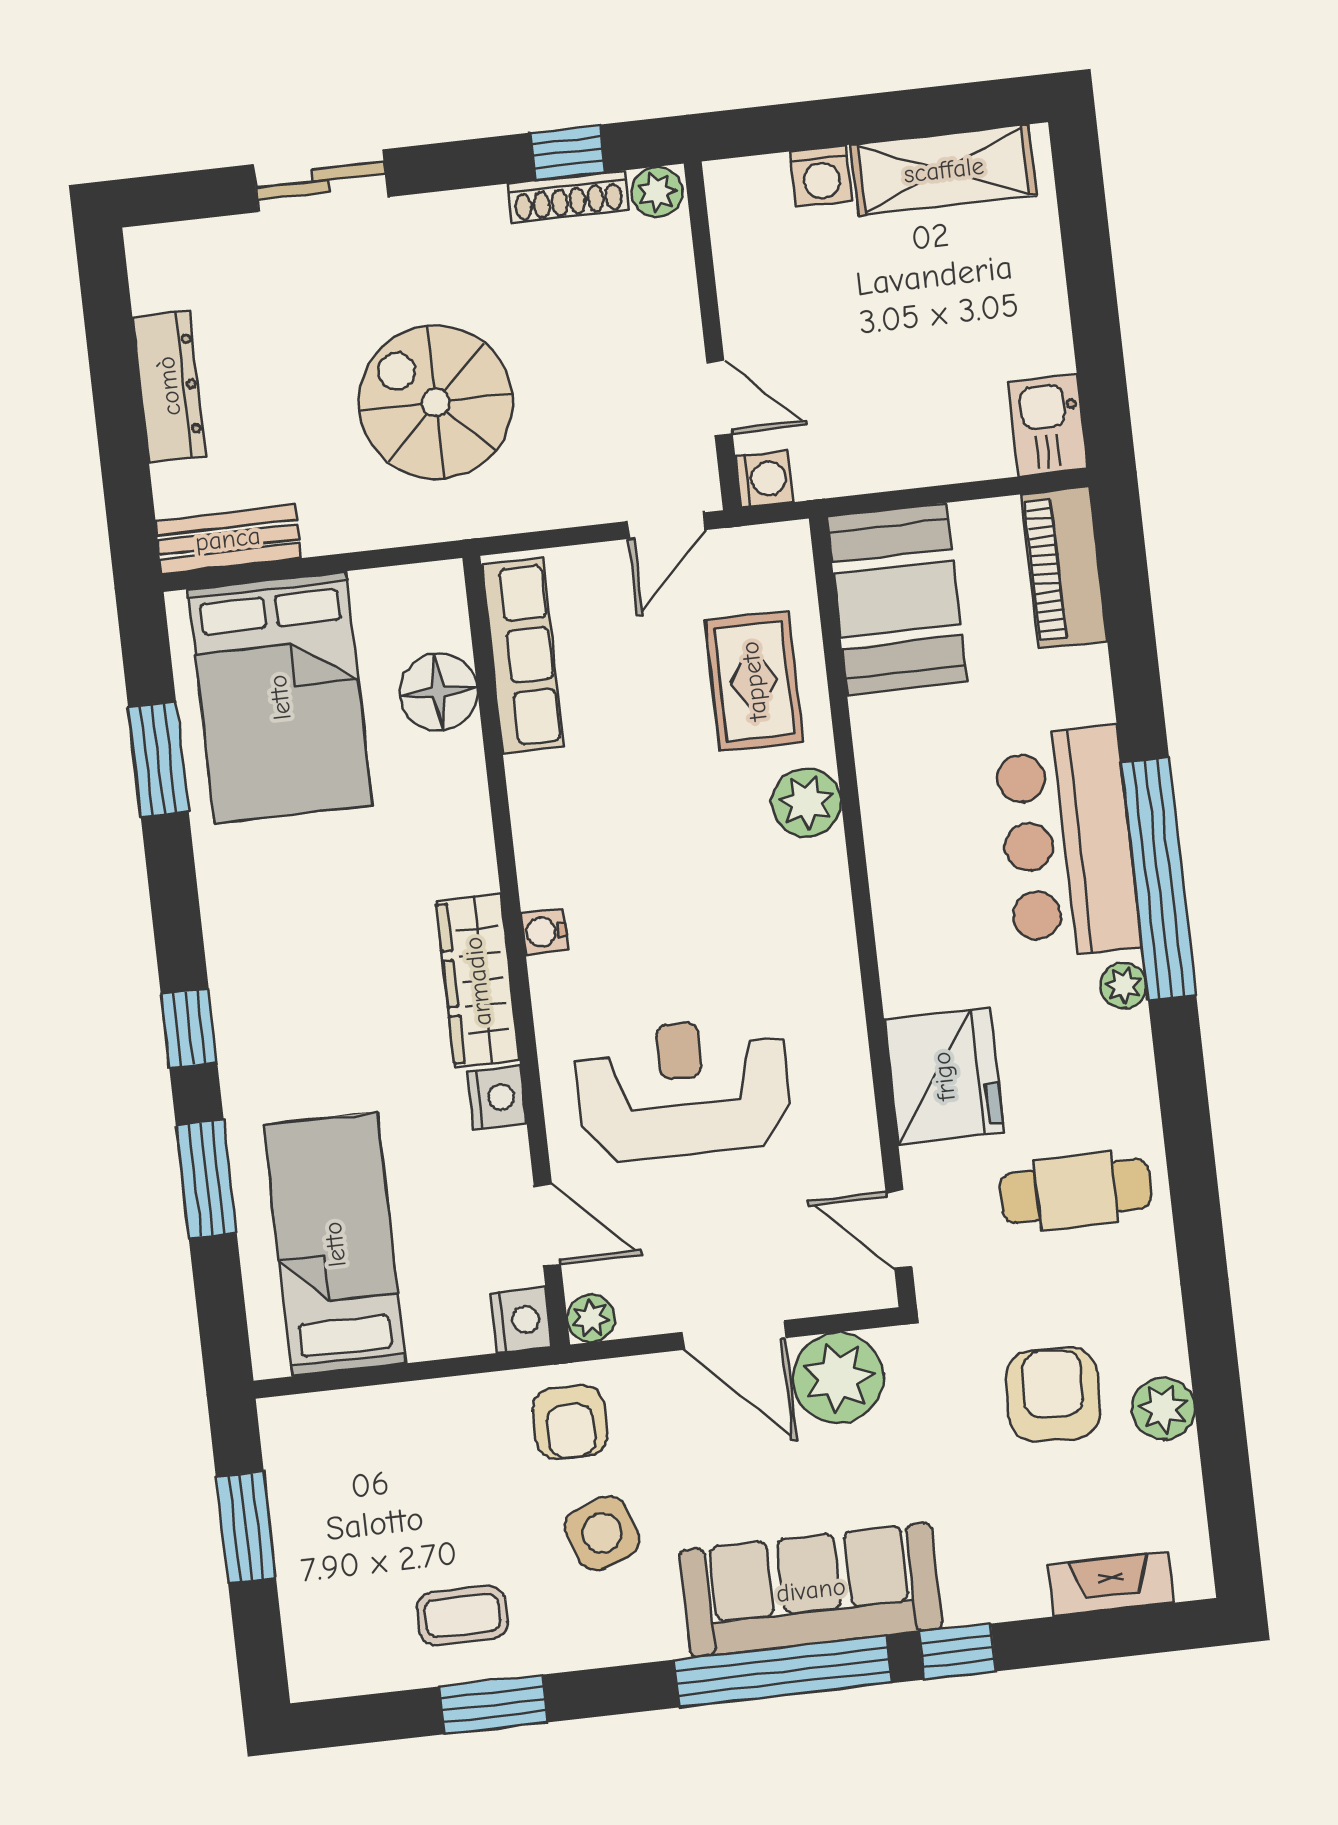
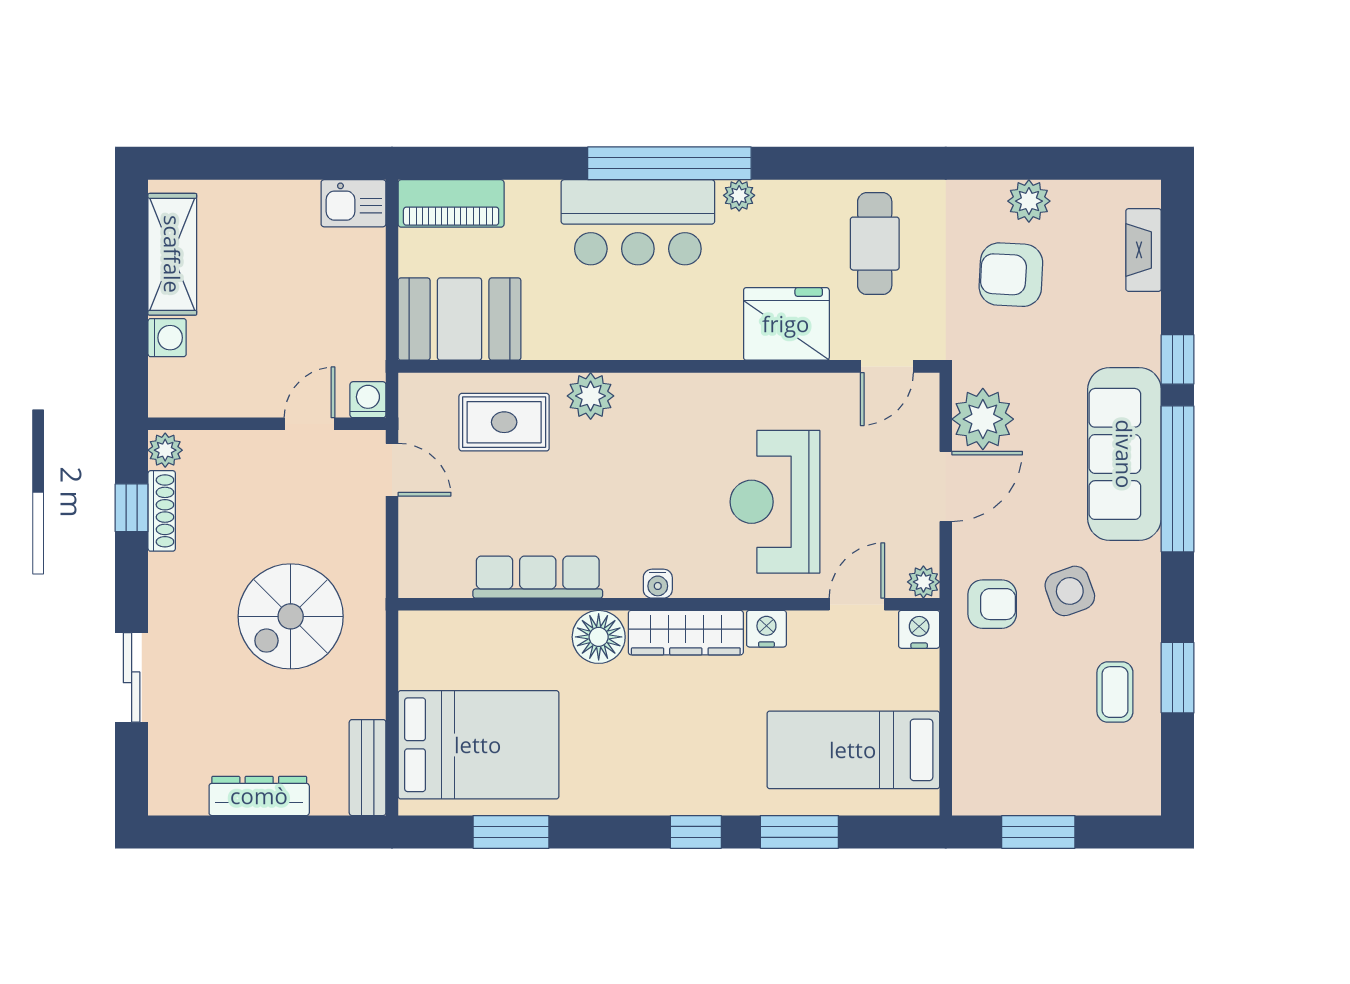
row of seats: (523, 656) -> (538, 577), moved
floor lamp: (439, 692) -> (599, 637), moved

